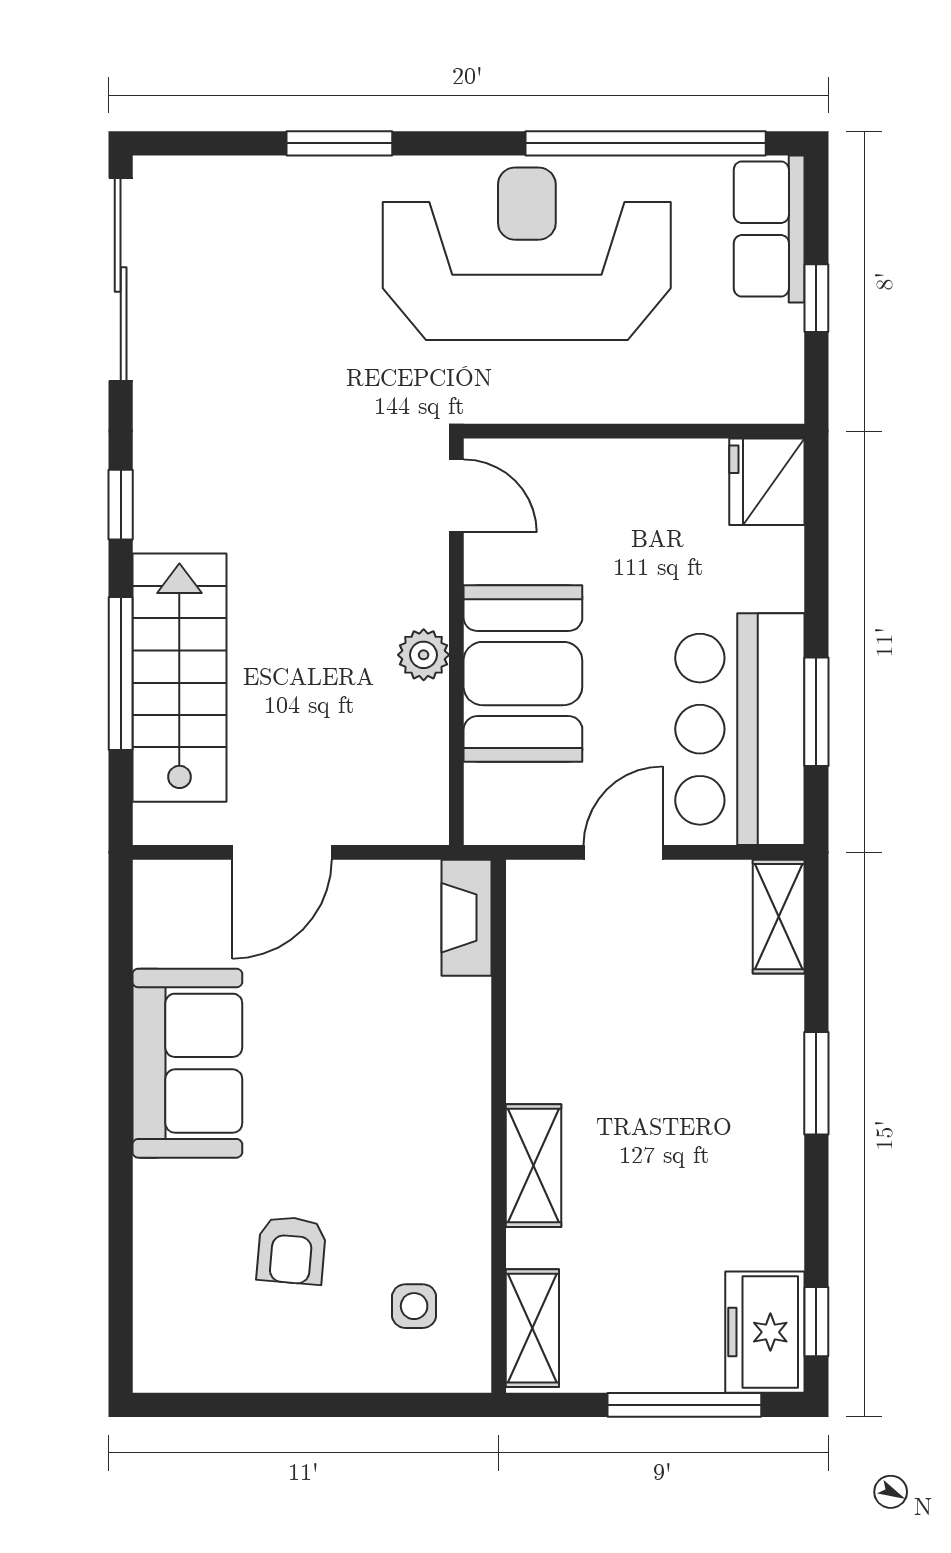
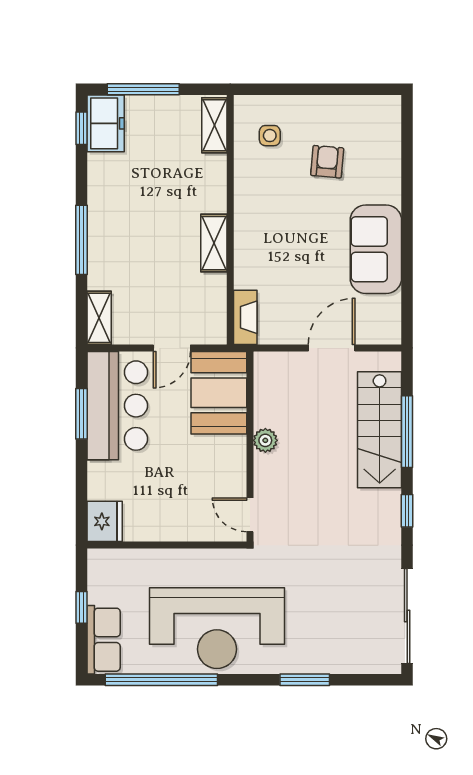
booth: (523, 674) -> (219, 393), moved
window: (816, 1083) -> (81, 240), width x1.44
shelving: (533, 1166) -> (214, 243), moved

